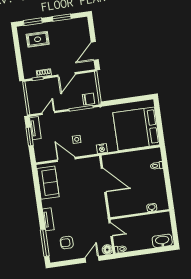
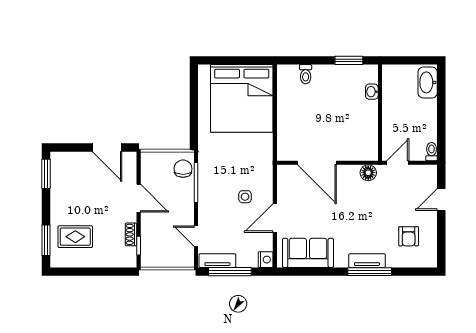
window: (62, 18) -> (46, 174), moved
rug: (38, 39) -> (75, 237), turned 90
window: (30, 137) -> (230, 272), width x1.44
nightstand: (102, 149) -> (266, 260), moved
door: (104, 180) -> (317, 163), swing flipped
window: (169, 191) -> (349, 60), added
window: (45, 243) -> (370, 272), moved
floor lamp: (107, 250) -> (368, 173), moved
door: (92, 259) -> (441, 199), hinge flipped

